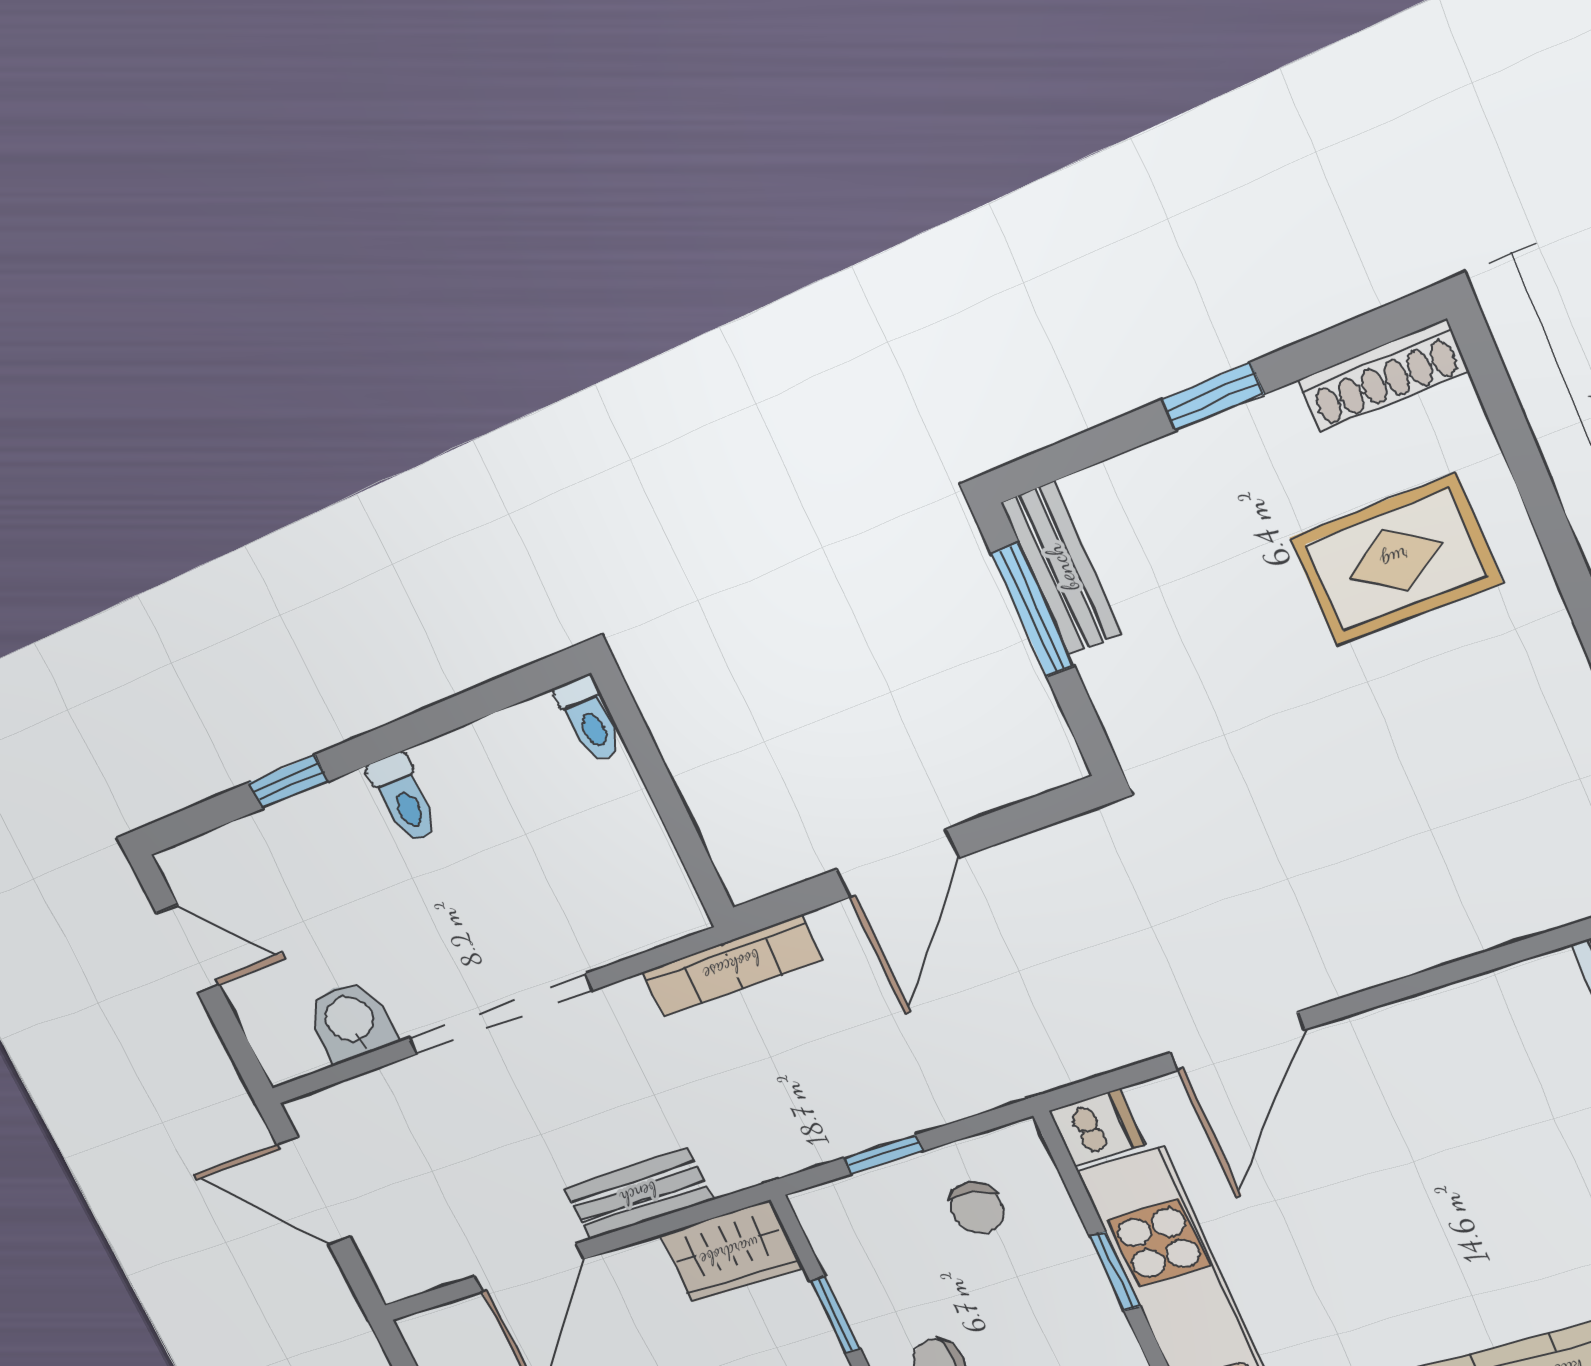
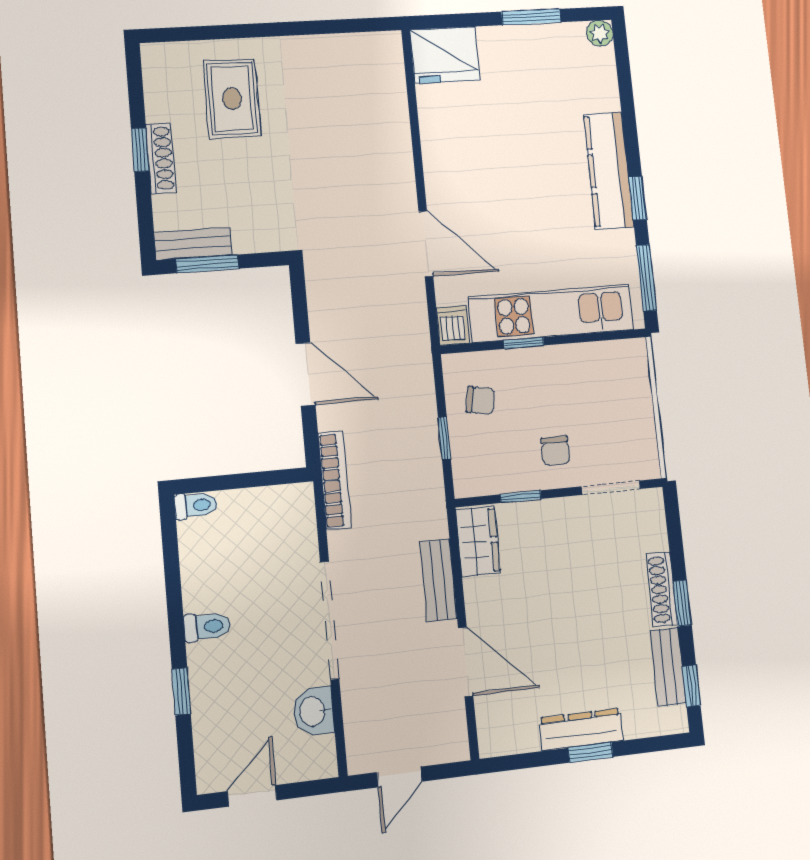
shoe rack: (1383, 376) -> (161, 158), moved
door: (314, 1191) -> (400, 777), width x0.73

